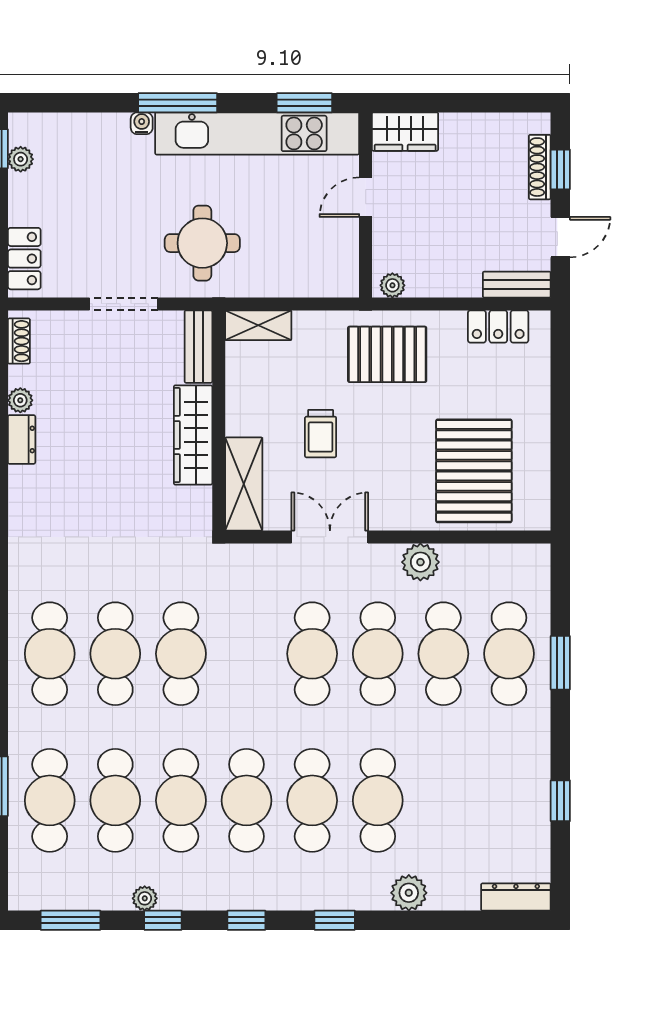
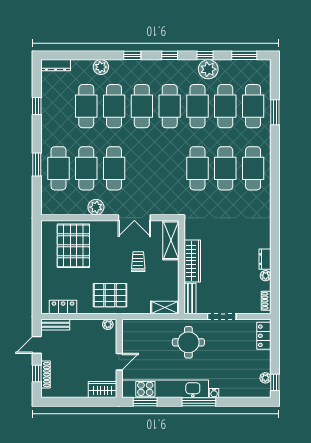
cafe table: (312, 654) -> (86, 106), moved
plant: (145, 898) -> (208, 69), width x1.87, depth x1.87

